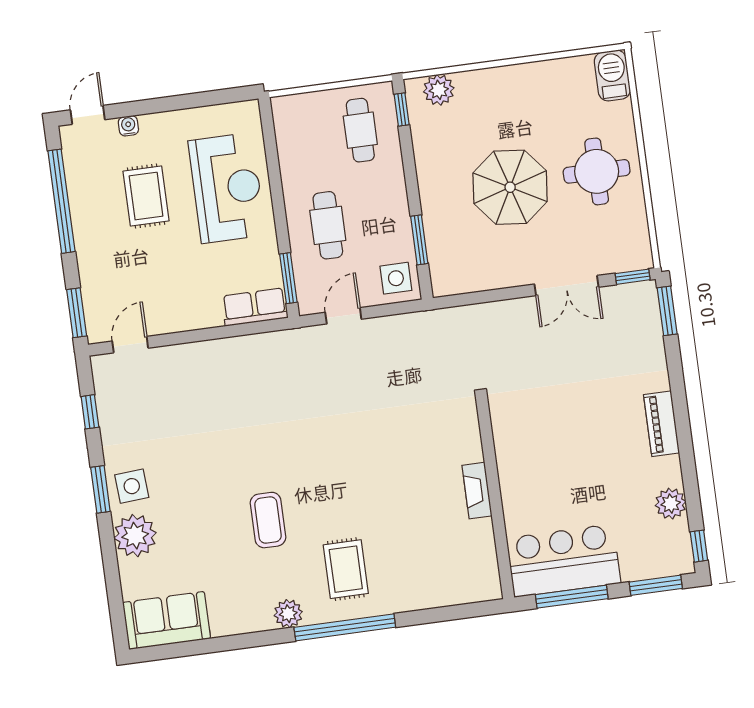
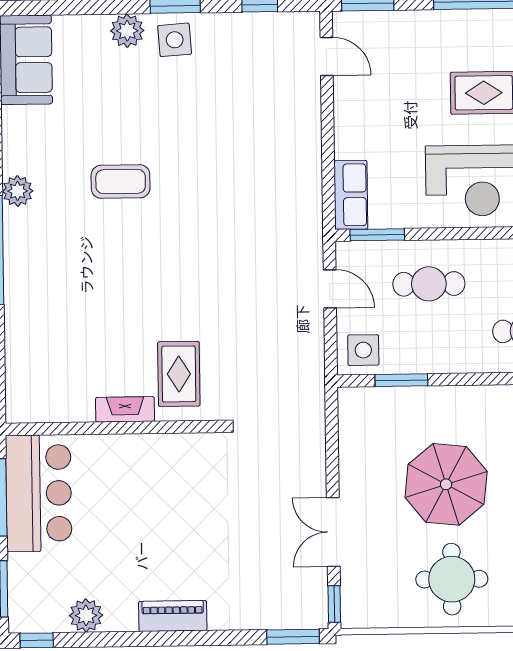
plant: (135, 536) -> (127, 31), width x0.73, depth x0.73
rug: (346, 569) -> (179, 374), moved, turned 90

